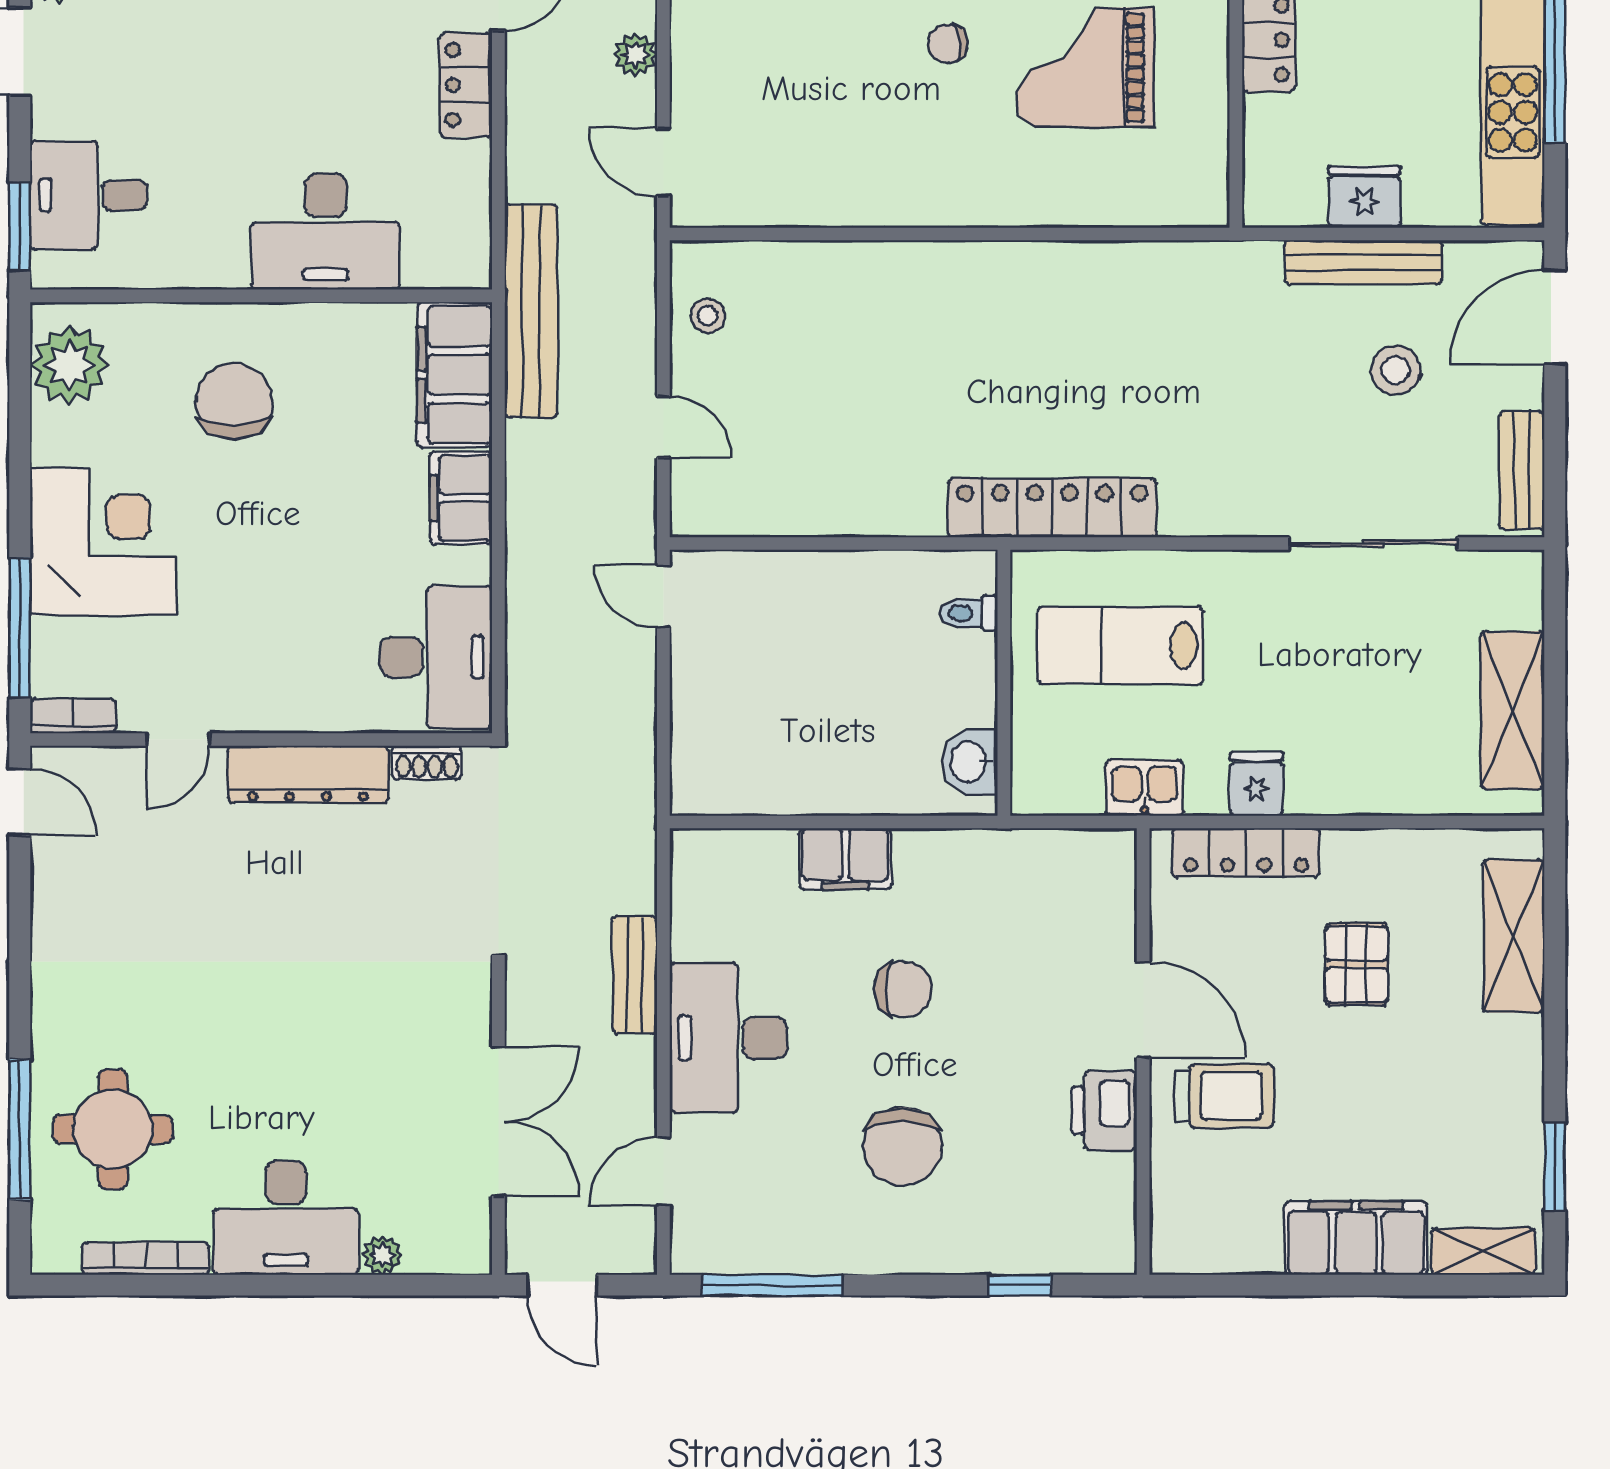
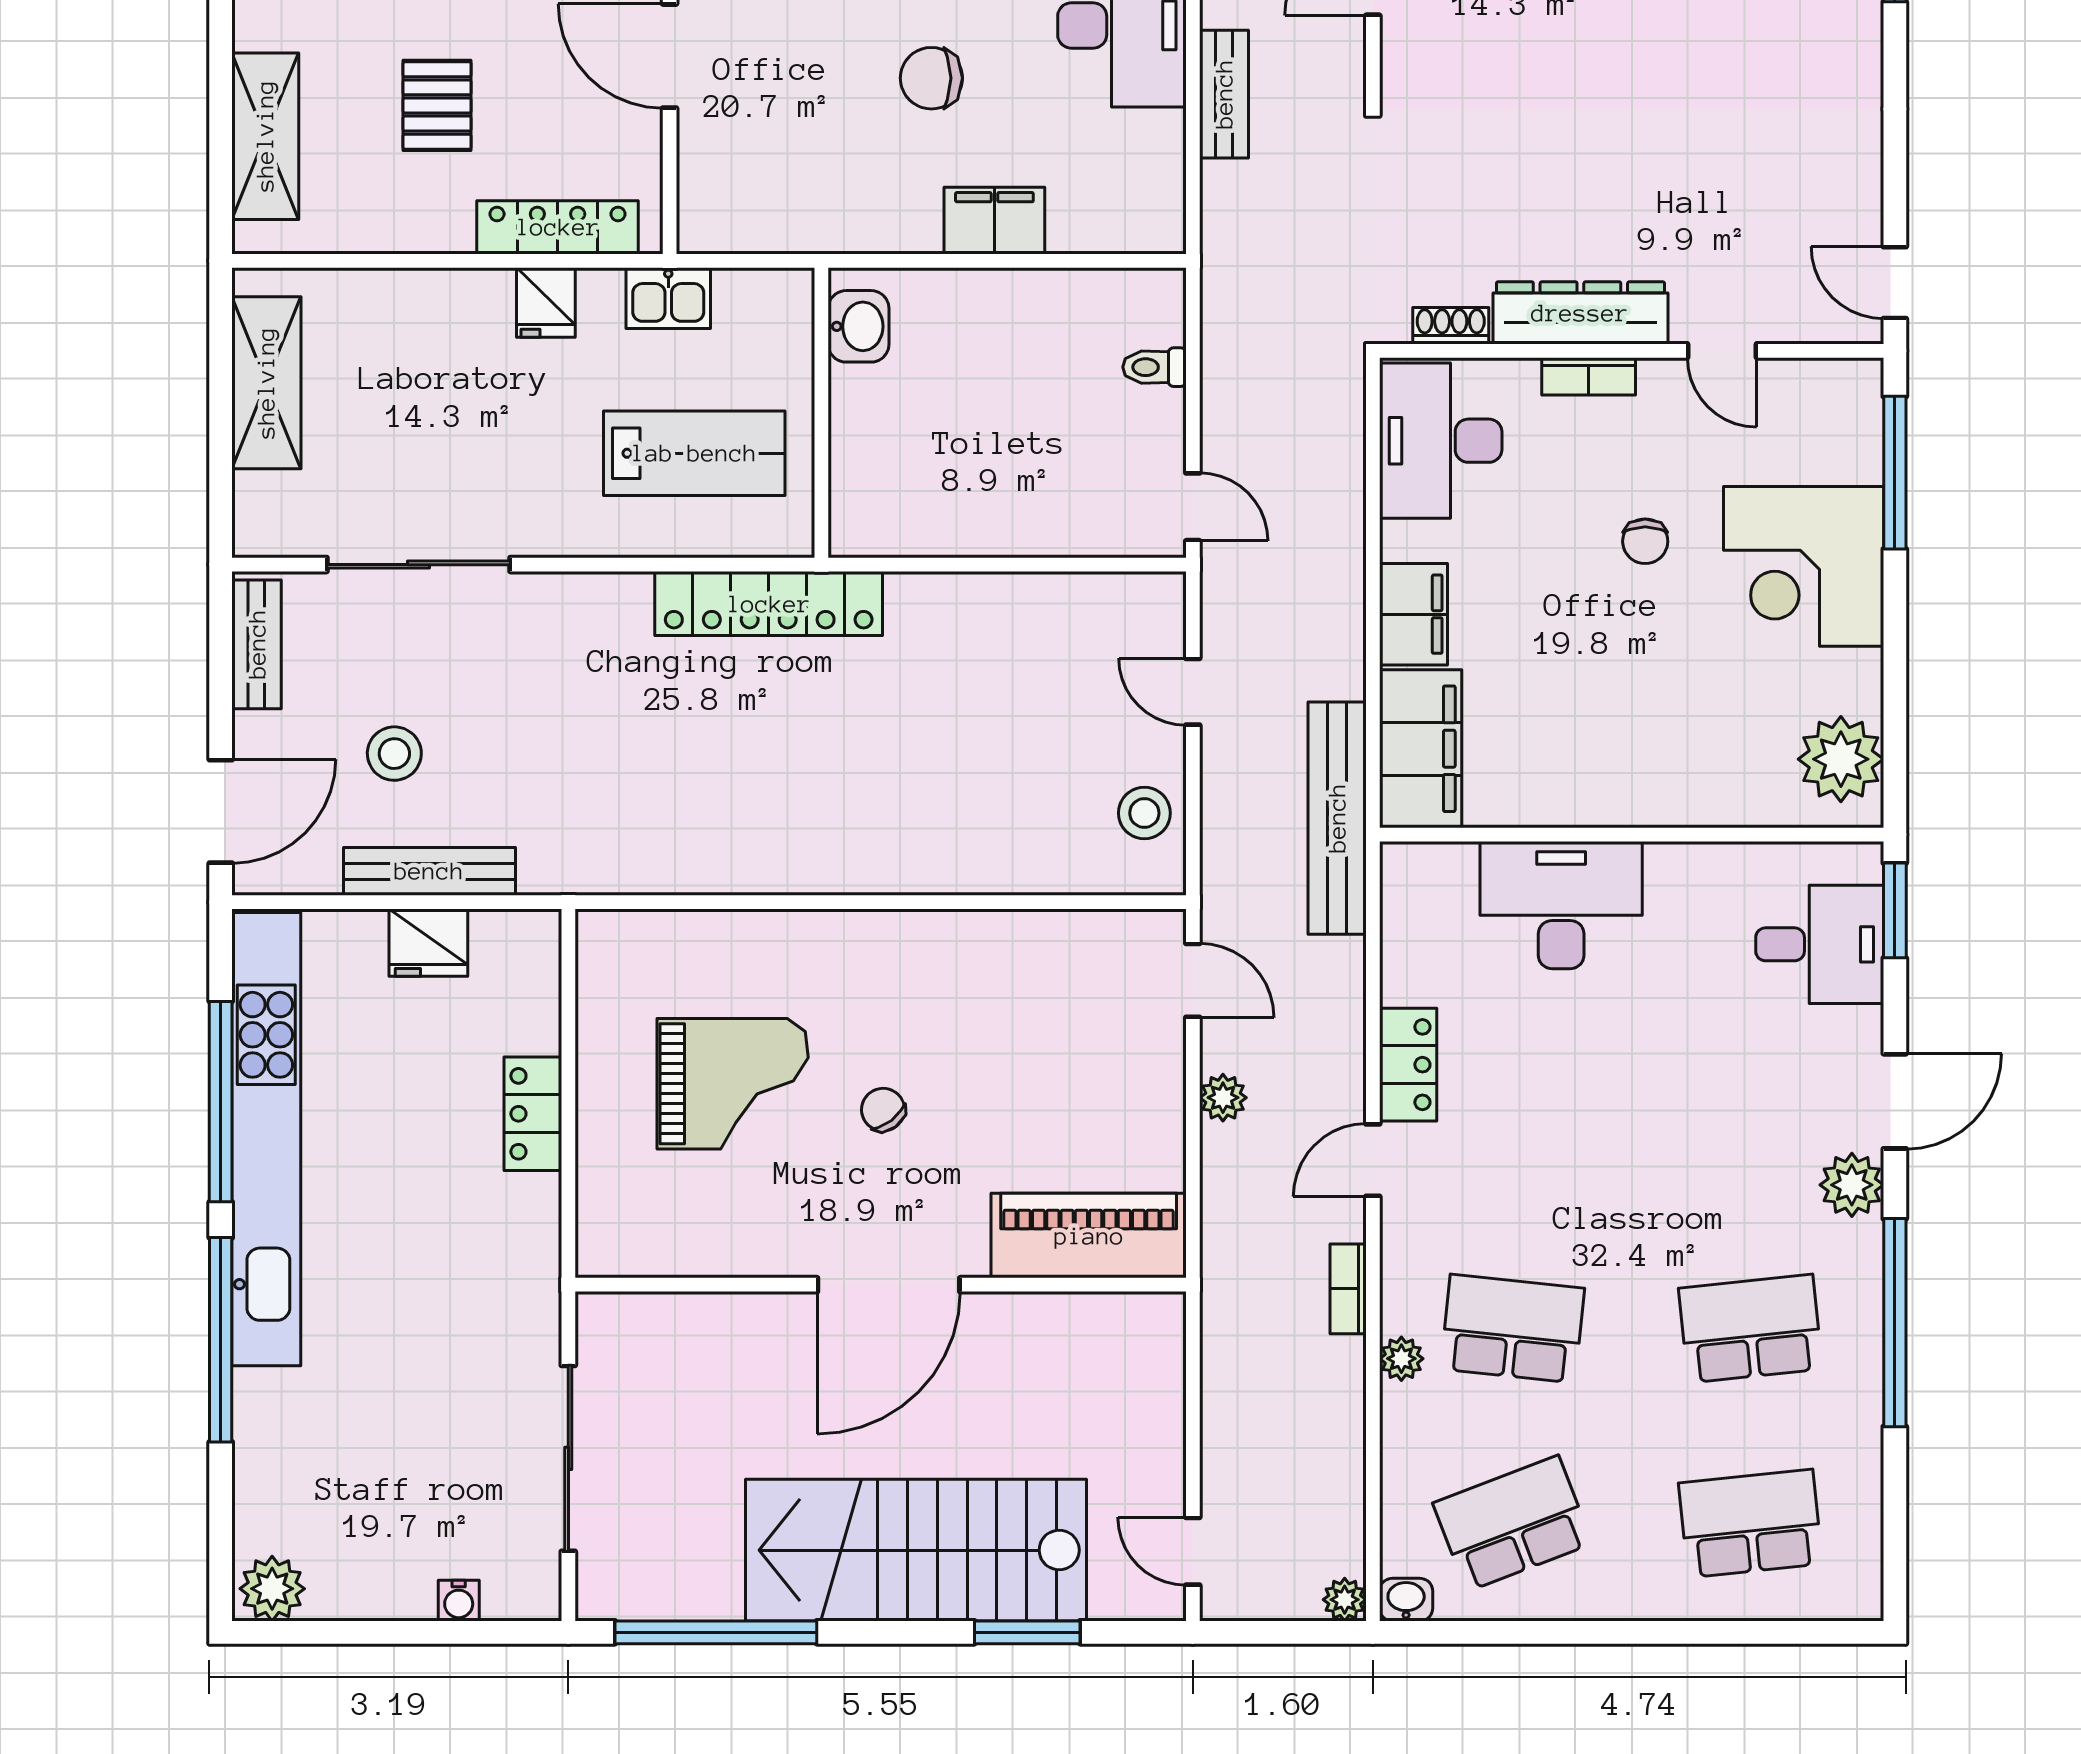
chair: (947, 44) -> (883, 1110), turned -123
stool: (708, 316) -> (1144, 813), width x1.37, depth x1.37
chair: (234, 401) -> (1645, 541), moved, width x0.54, depth x0.54
toilet: (969, 613) -> (1154, 367), moved, turned 180
bookcase: (73, 716) -> (1589, 376), moved
door: (178, 739) -> (1722, 351), swing flipped

